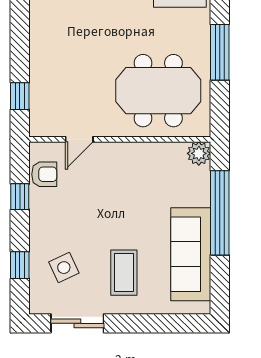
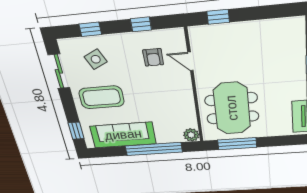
window: (220, 52) -> (237, 144), moved
armchair: (44, 174) -> (153, 57), moved
coffee table: (124, 273) -> (101, 97), width x1.36, depth x1.32
window: (177, 323) -> (76, 131), added

